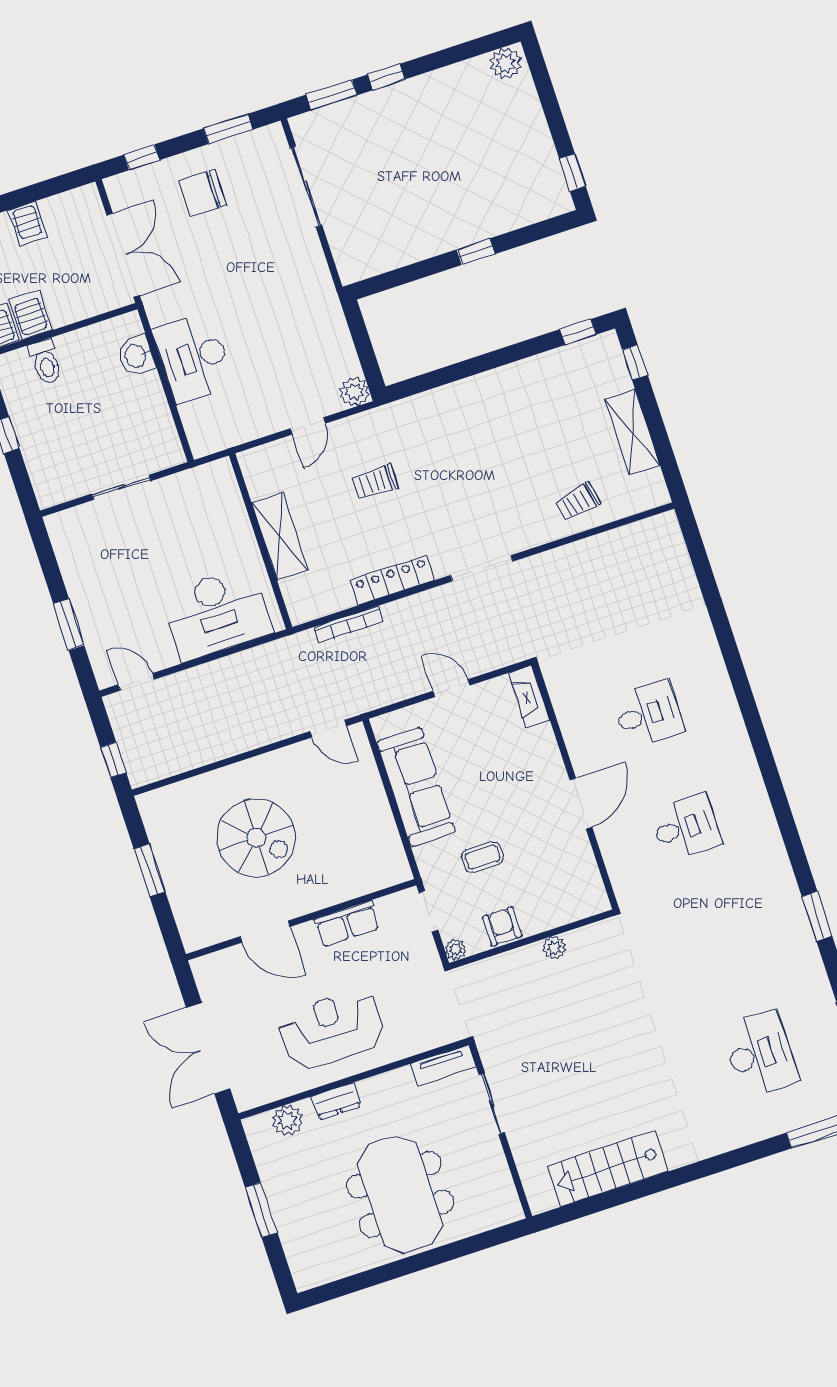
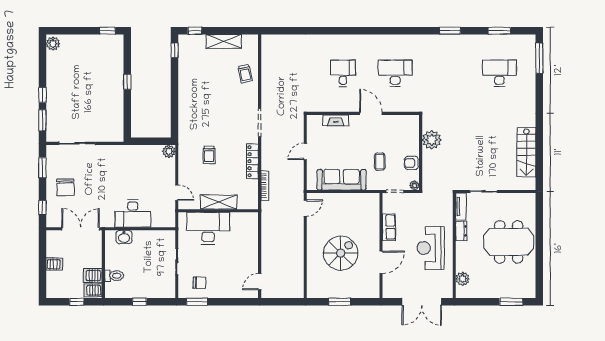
door: (308, 426) -> (177, 193), moved
chair: (91, 552) -> (199, 283), added
desk: (217, 613) -> (208, 228), moved, turned -90
window: (69, 625) -> (197, 302), moved
fireplace: (529, 697) -> (336, 120), moved
window: (113, 760) -> (289, 302), removed
desk: (686, 827) -> (395, 73), width x1.37
plant: (554, 948) -> (432, 140), width x1.87, depth x1.87
dresser: (336, 1101) -> (461, 231), moved
window: (261, 1210) -> (511, 302), moved

